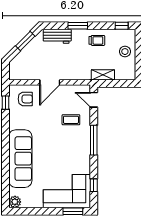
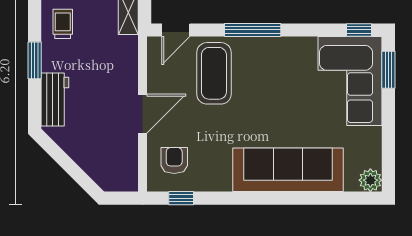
window: (25, 41) -> (64, 160), removed
door: (50, 82) -> (143, 114), hinge flipped
coffee table: (71, 120) -> (214, 73), width x1.86, depth x1.72
window: (94, 185) -> (359, 30), moved

